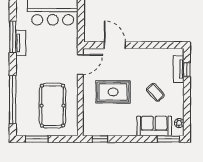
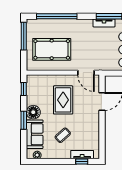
floor lamp: (128, 128) -> (33, 112), added
window: (37, 139) -> (24, 36), width x1.44
window: (168, 139) -> (24, 120), moved

